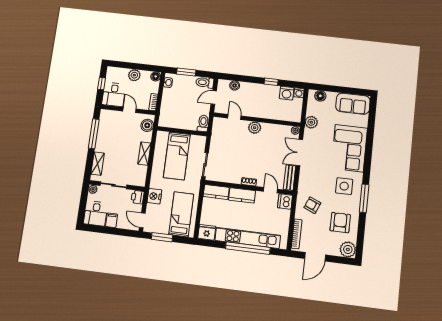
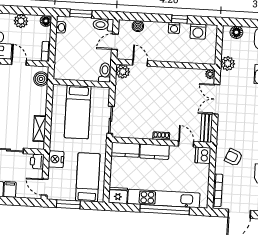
washing machine: (299, 93) -> (174, 28), moved
plant: (255, 128) -> (123, 71), moved
shelving: (144, 154) -> (40, 129), moved

